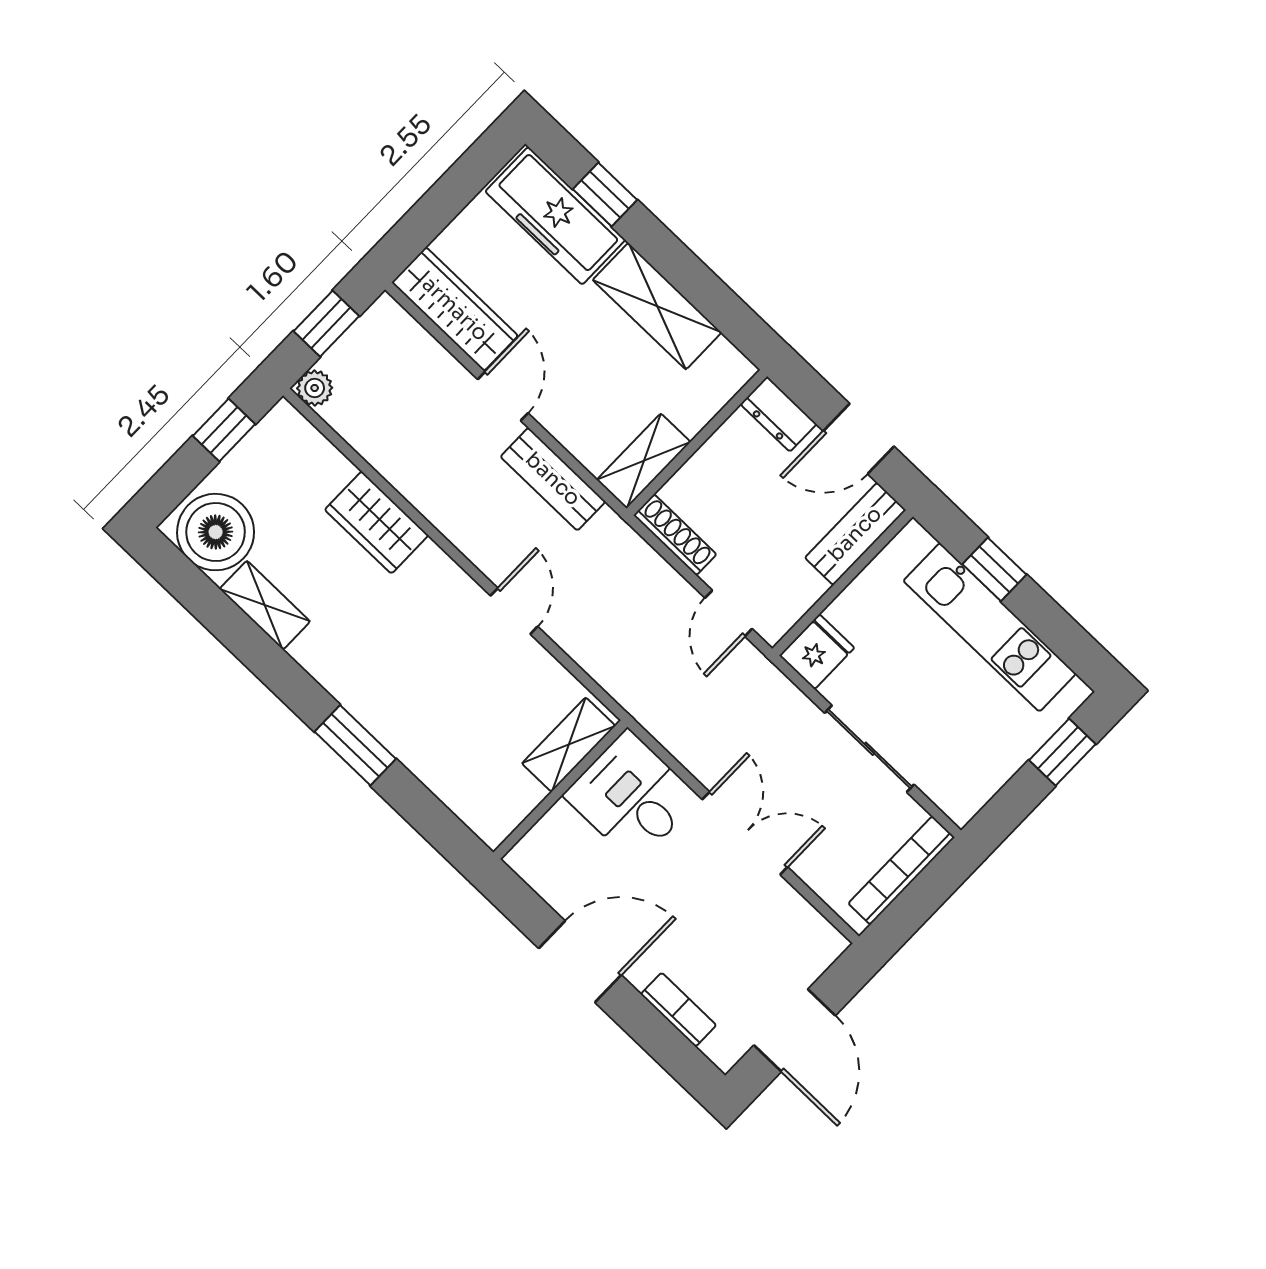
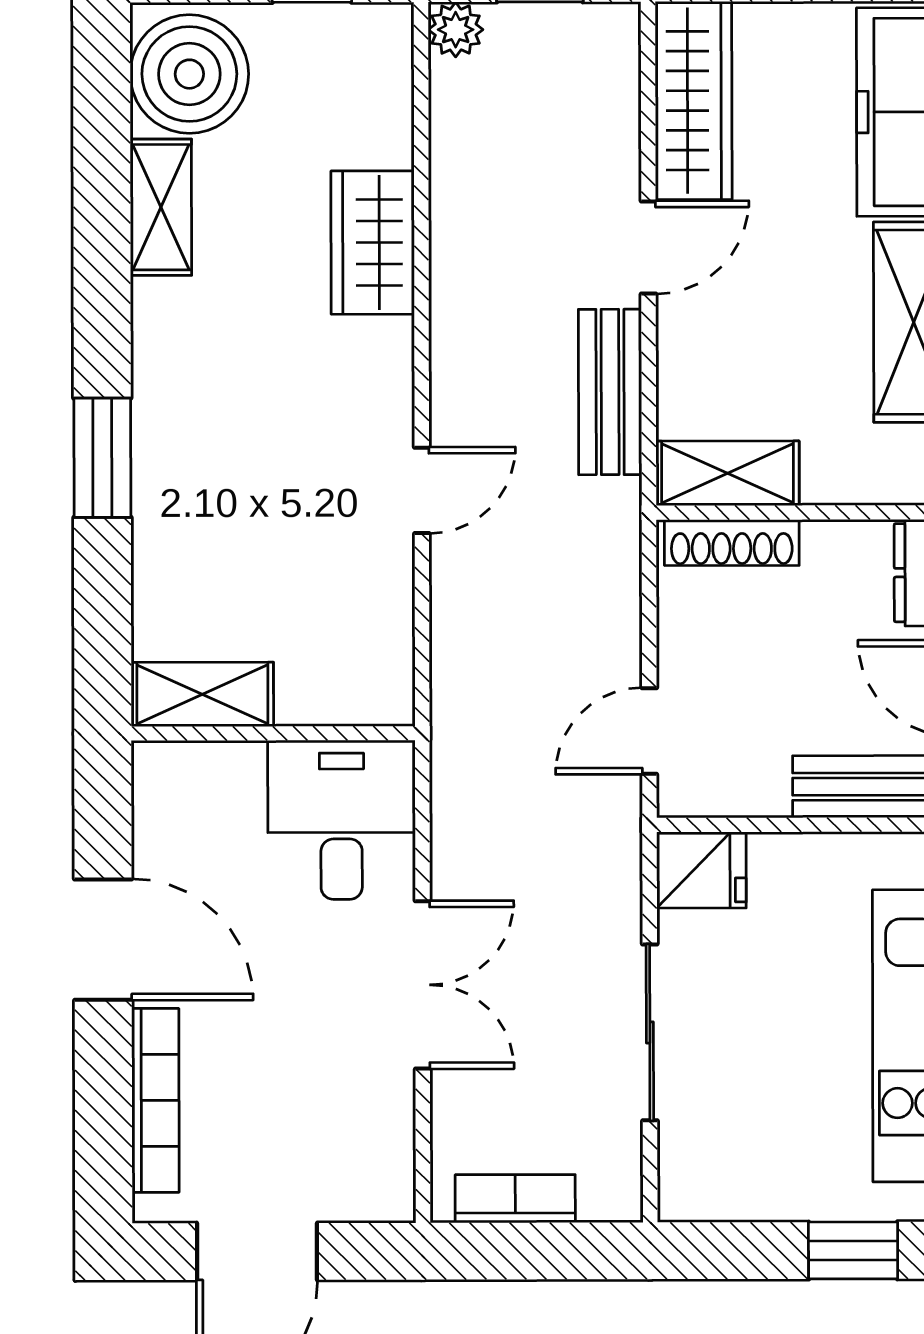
shoe rack: (675, 535) -> (732, 543), moved, turned 90
shelving: (569, 745) -> (202, 694), moved
bookcase: (901, 870) -> (515, 1199), width x0.64
bookcase: (678, 1010) -> (155, 1100), width x1.56

